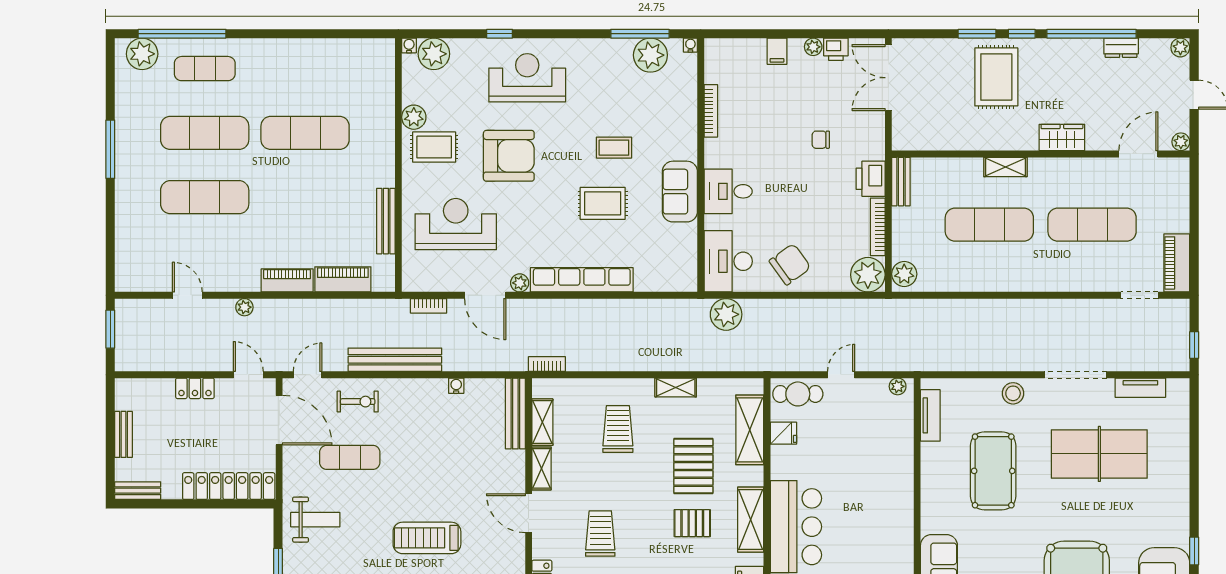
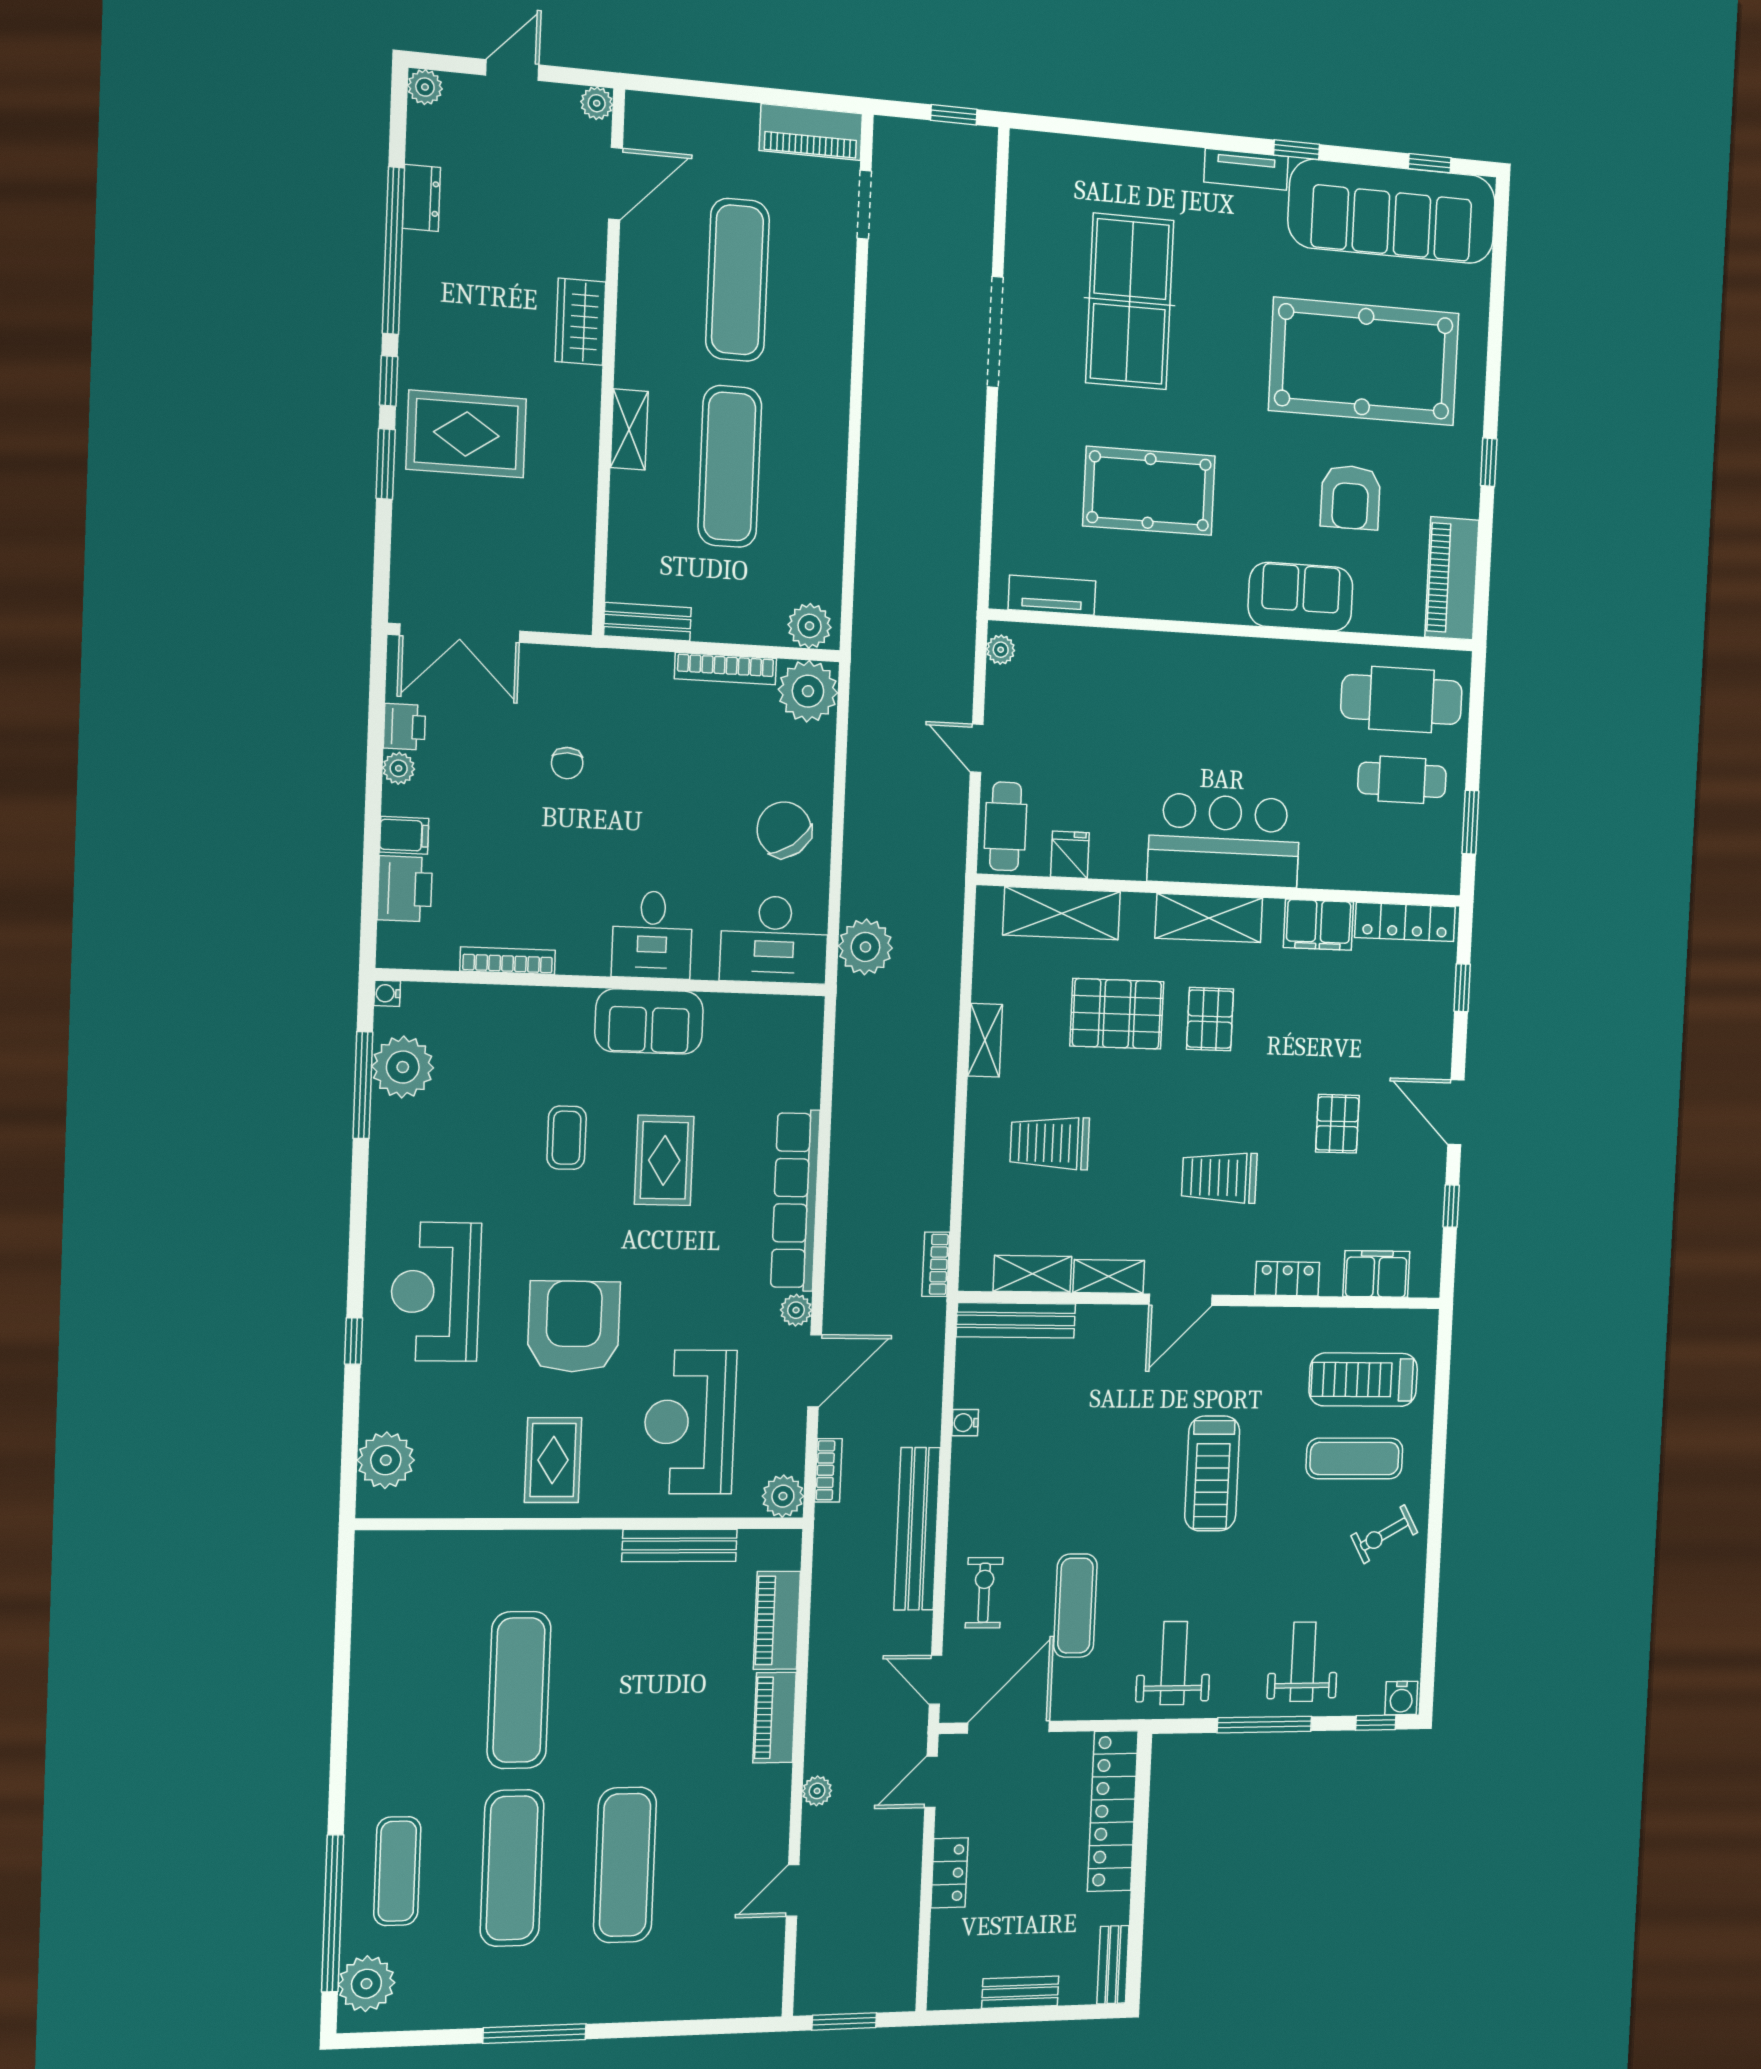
water cooler: (409, 45) -> (369, 1505), removed
plant: (414, 117) -> (783, 1496), moved
door: (1138, 154) -> (616, 184), swing flipped
printer: (871, 179) -> (405, 889), moved, turned -90
tv unit: (1140, 388) -> (1246, 169), moved, turned 90
stool: (1013, 393) -> (1021, 446), removed

